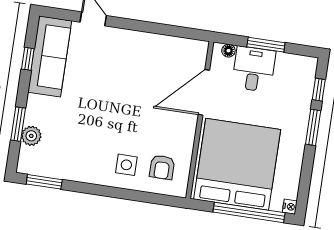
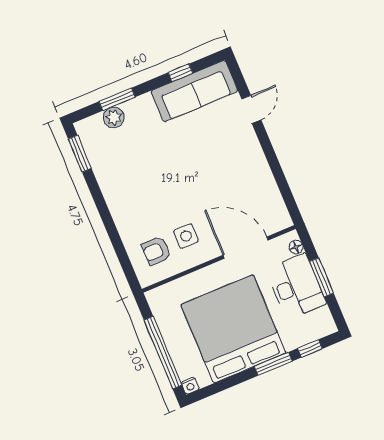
desk: (254, 69) -> (296, 286), width x1.37
bed: (237, 164) -> (233, 329), moved, turned -90
side table: (126, 165) -> (186, 236), moved

